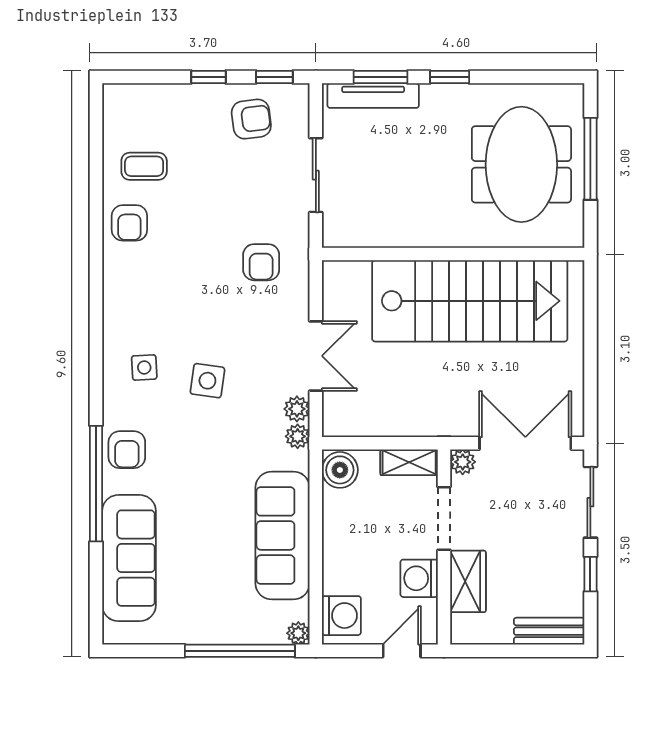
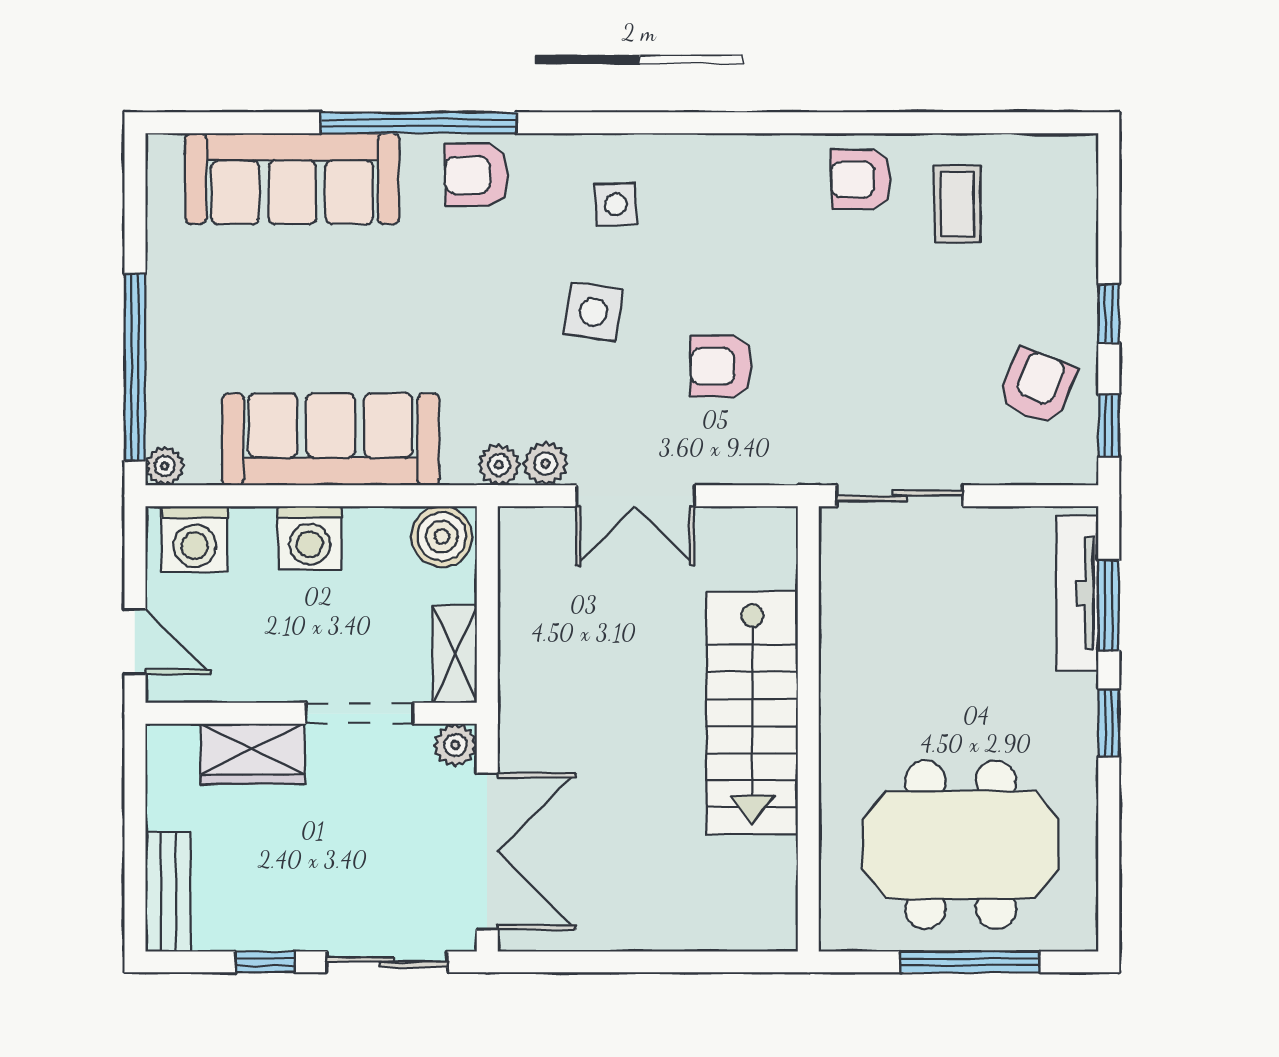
armchair: (251, 119) -> (1037, 386), turned -151
sliding door: (316, 175) -> (900, 496), moved
armchair: (261, 262) -> (721, 366), moved
stairs: (470, 301) -> (752, 713), width x0.73, depth x0.66
washing machine: (419, 578) -> (310, 538), moved, turned 180

